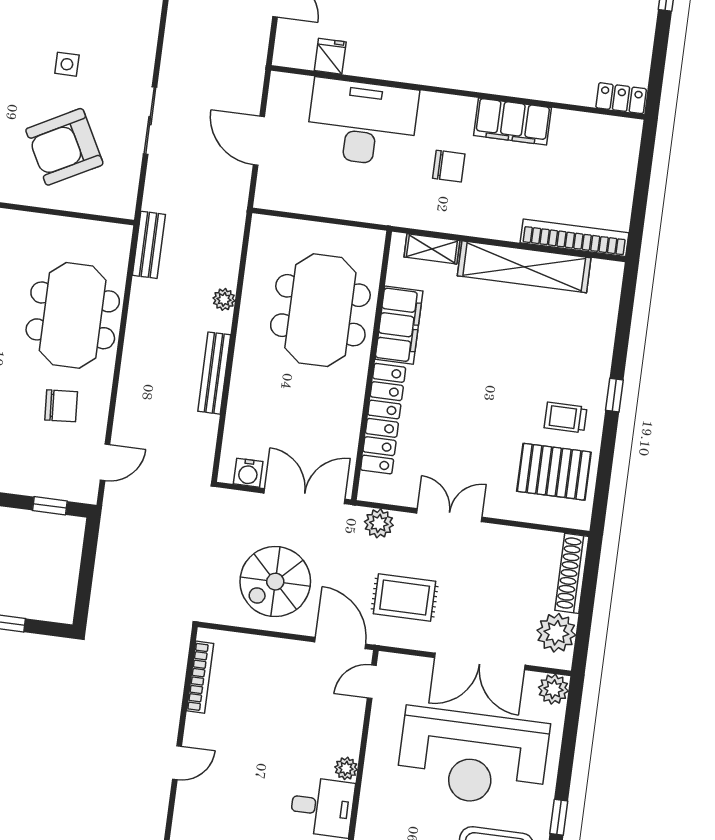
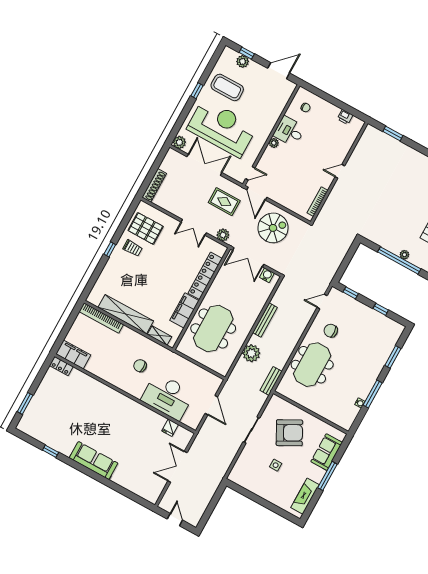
filing cabinet: (513, 122) -> (73, 355), moved
plant: (224, 299) -> (251, 353), width x1.88, depth x1.88
plant: (556, 633) -> (170, 164), removed

